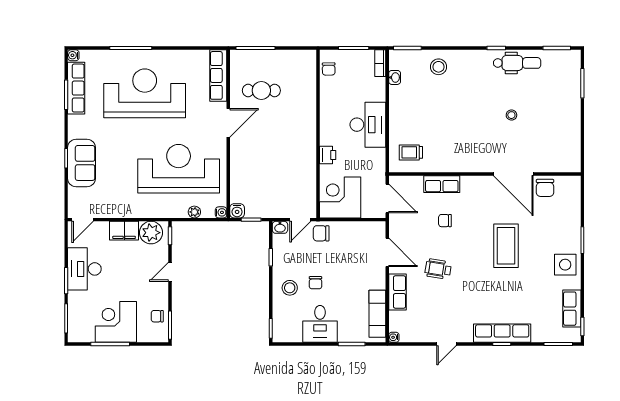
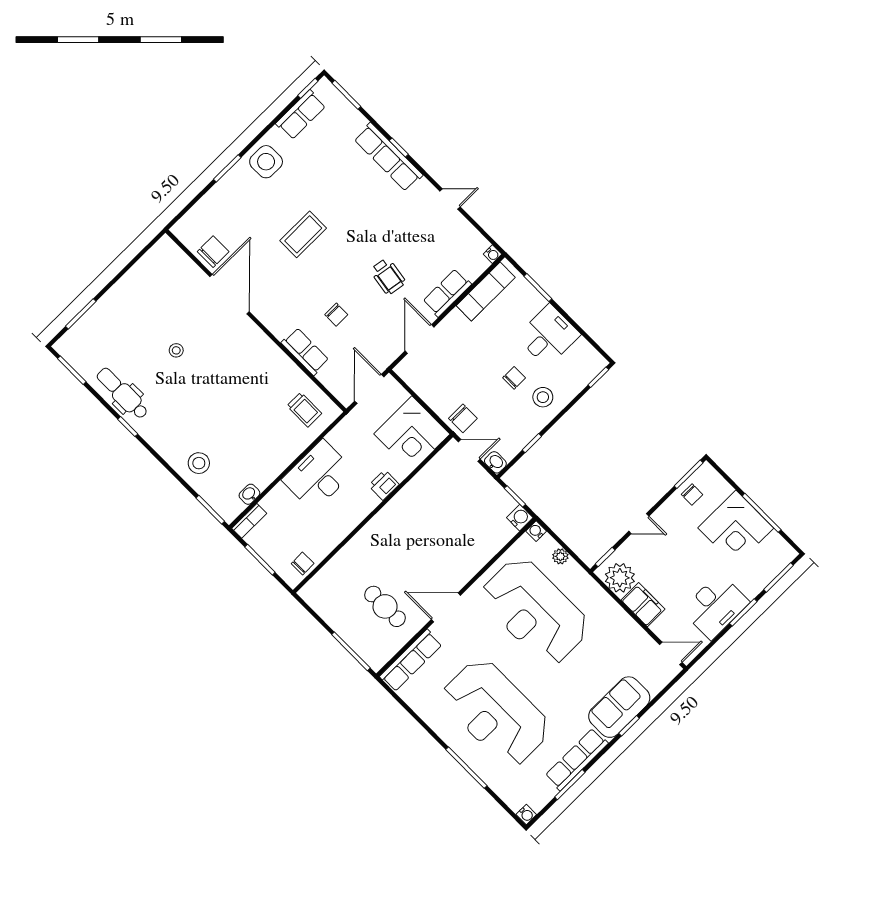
row of seats: (76, 88) -> (577, 759), moved
coffee table: (506, 246) -> (303, 234), width x0.73, depth x0.76

